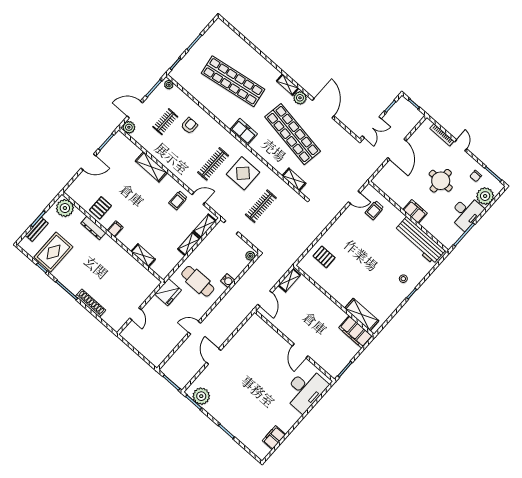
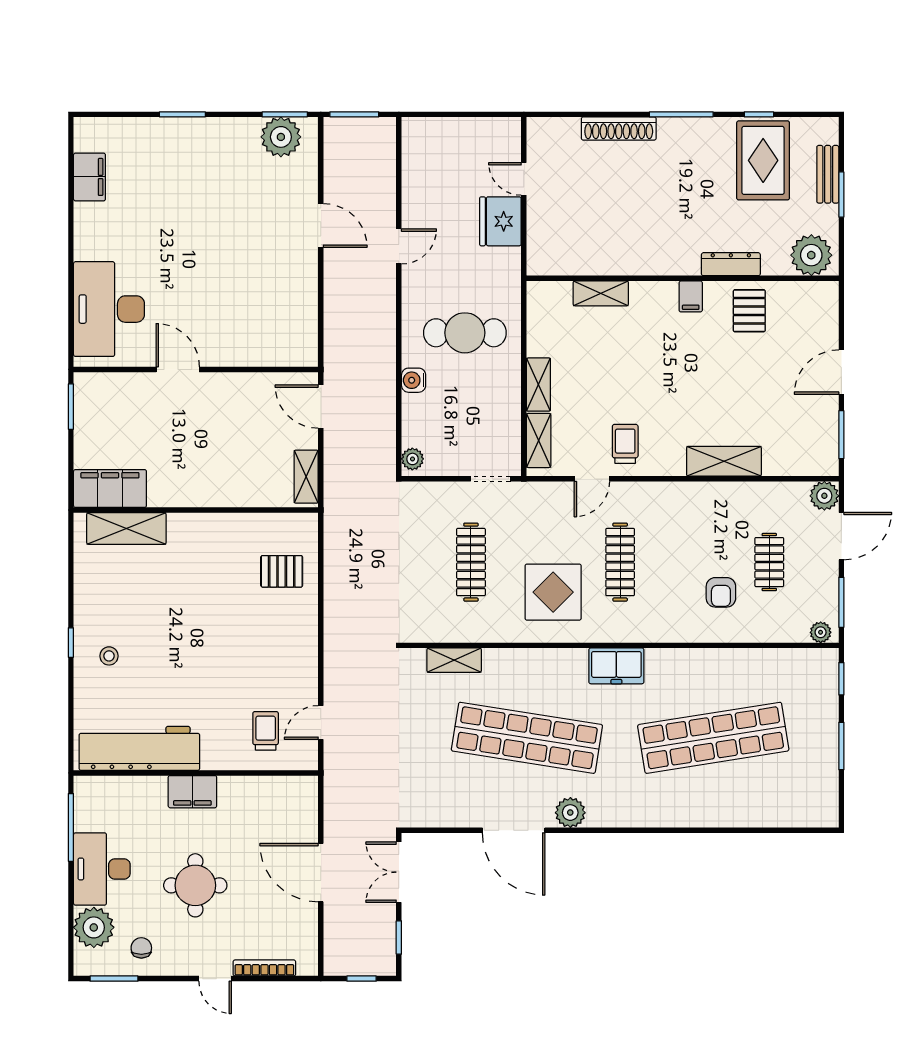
shelving: (288, 85) -> (613, 816), removed
fridge: (168, 292) -> (500, 221), moved

